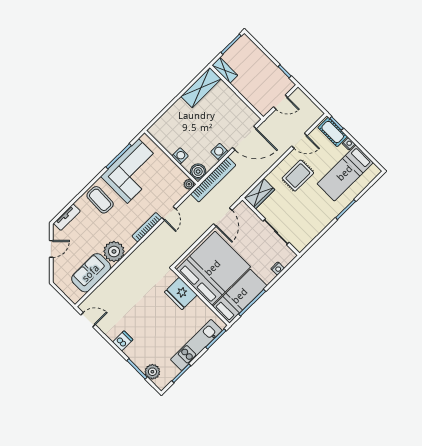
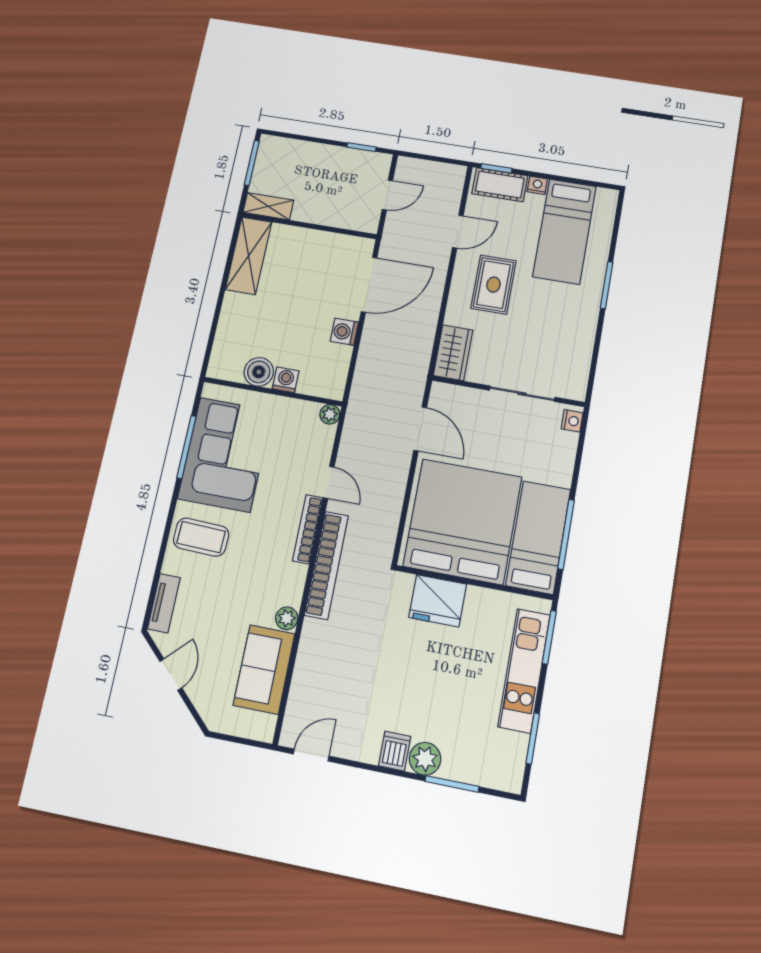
boiler: (198, 172) -> (259, 372), moved
bookcase: (213, 180) -> (327, 565), moved
plant: (114, 251) -> (287, 618), width x0.53, depth x0.53
nightstand: (278, 269) -> (572, 421), moved
plant: (152, 372) -> (425, 759), moved

